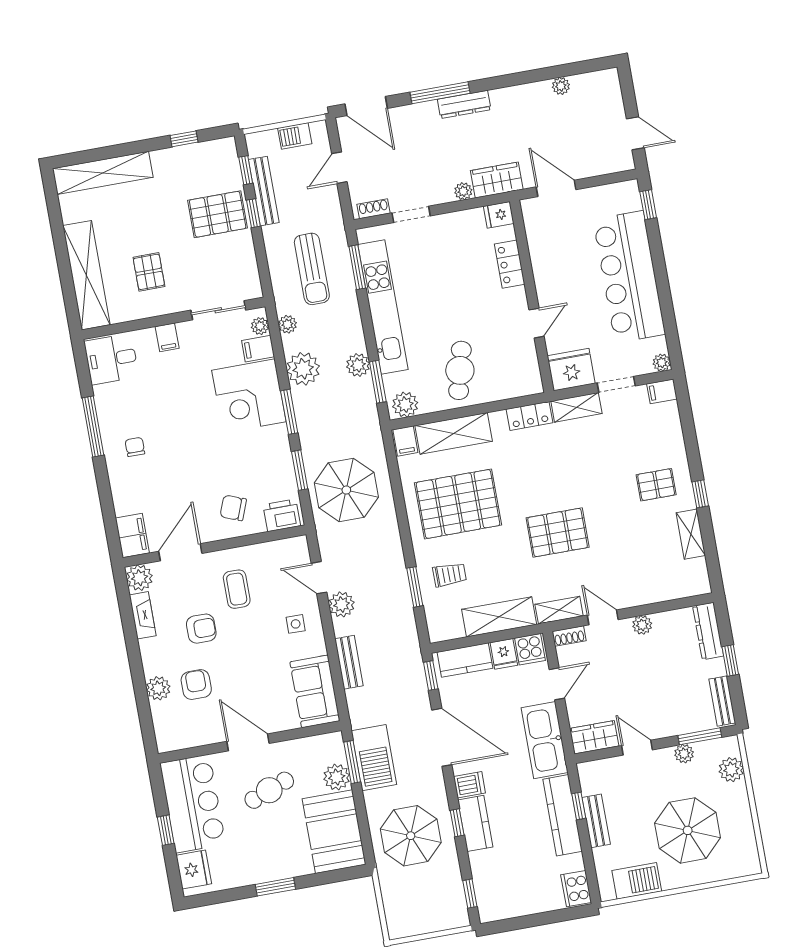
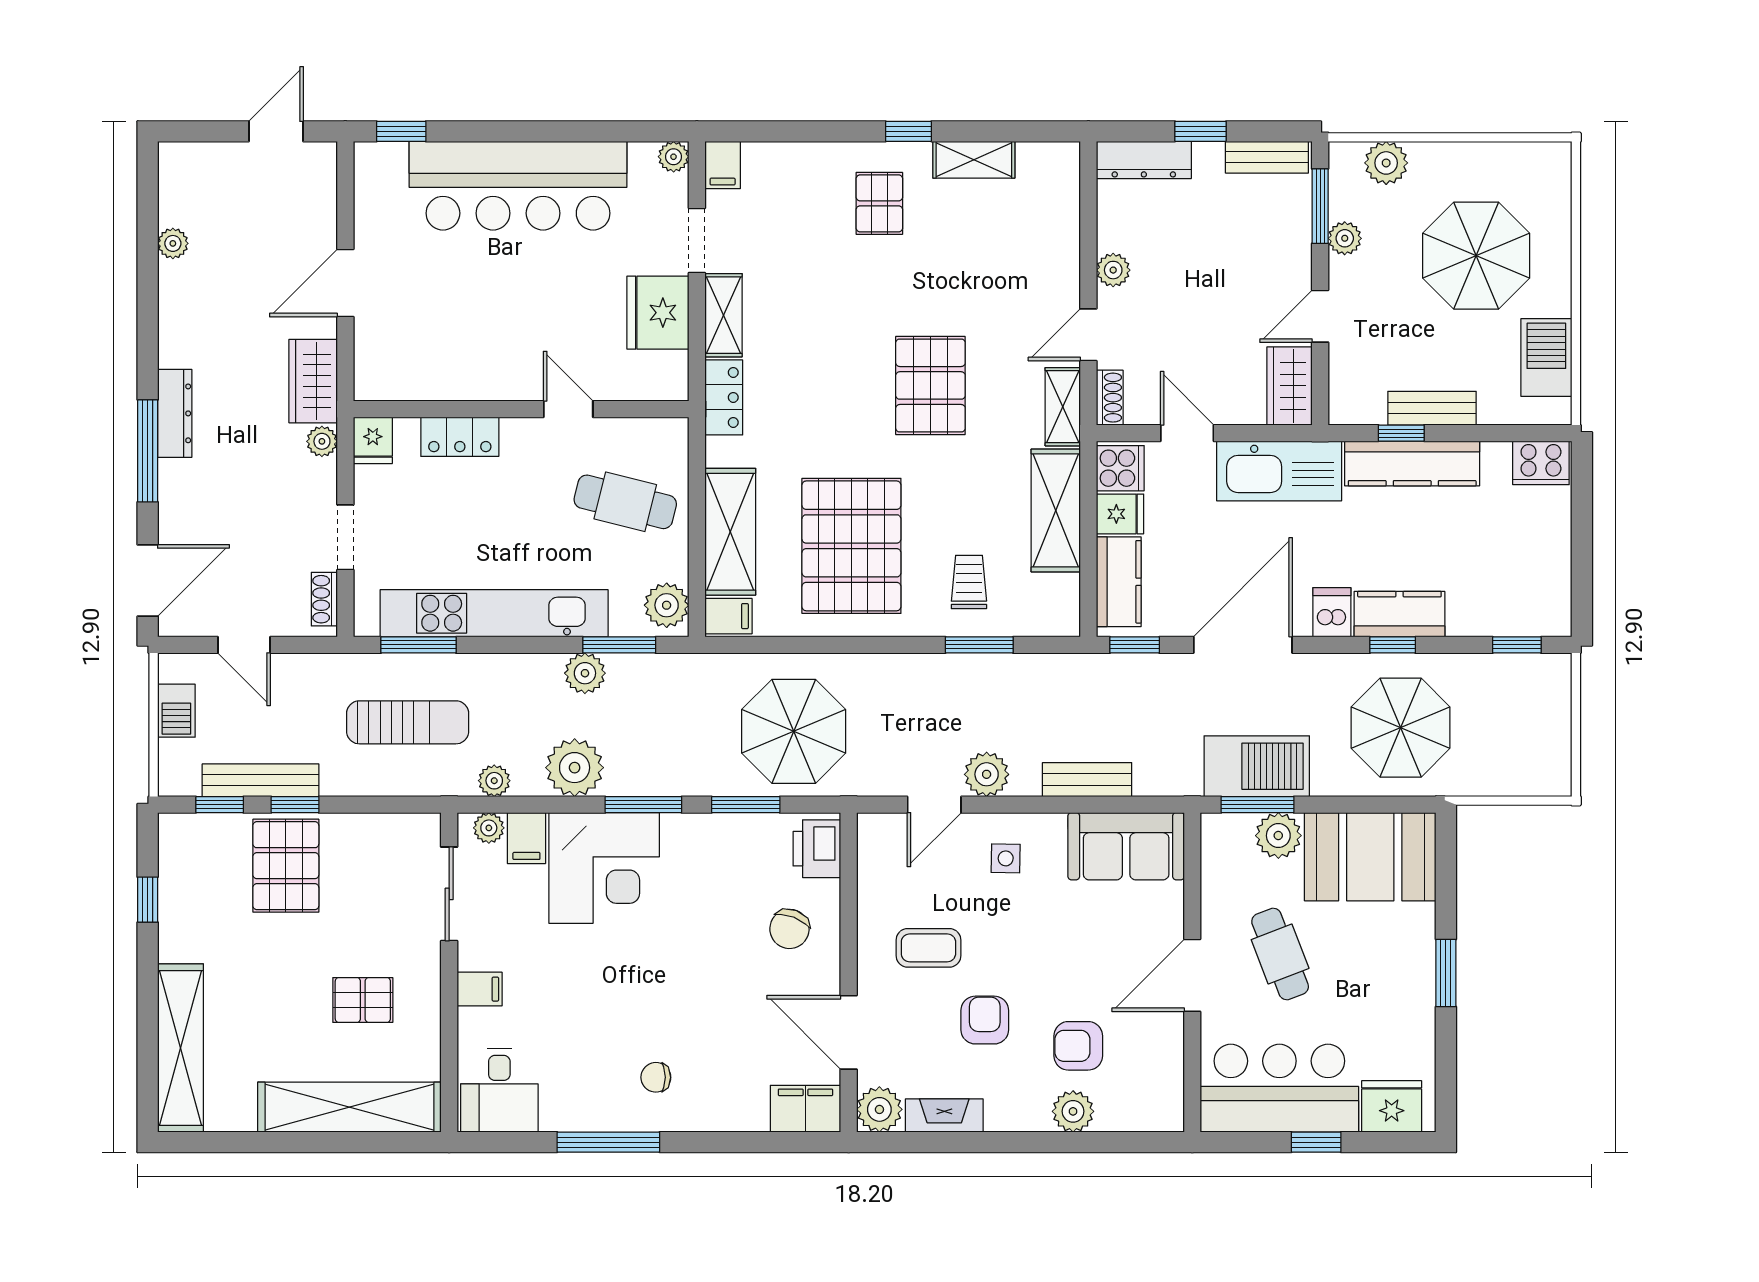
fridge: (499, 215) -> (373, 440), moved
locker: (510, 264) -> (460, 437), moved
wall: (532, 296) -> (521, 409), moved
door: (537, 323) -> (568, 409), moved

